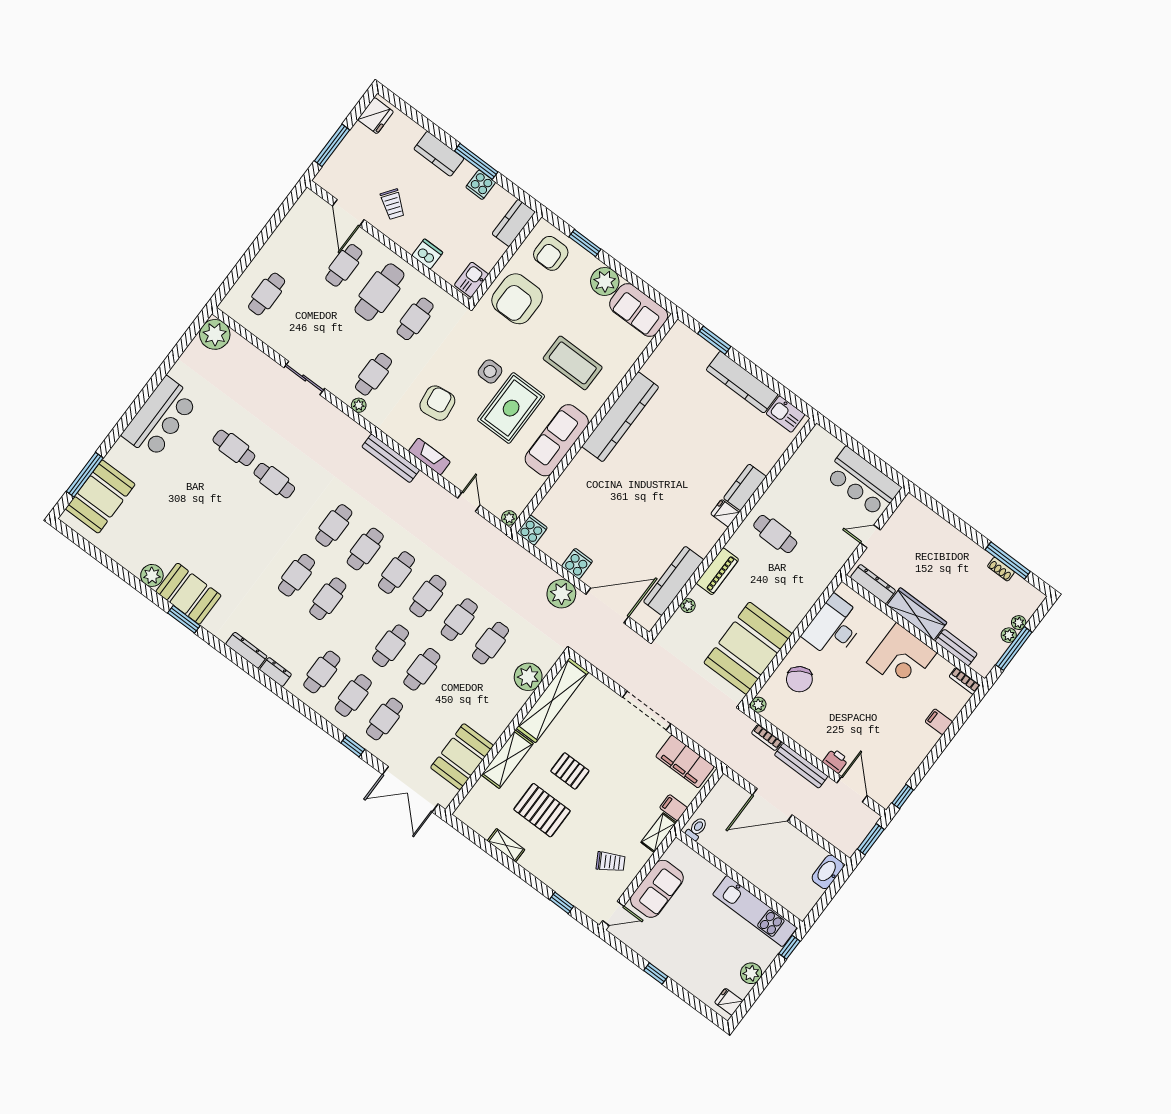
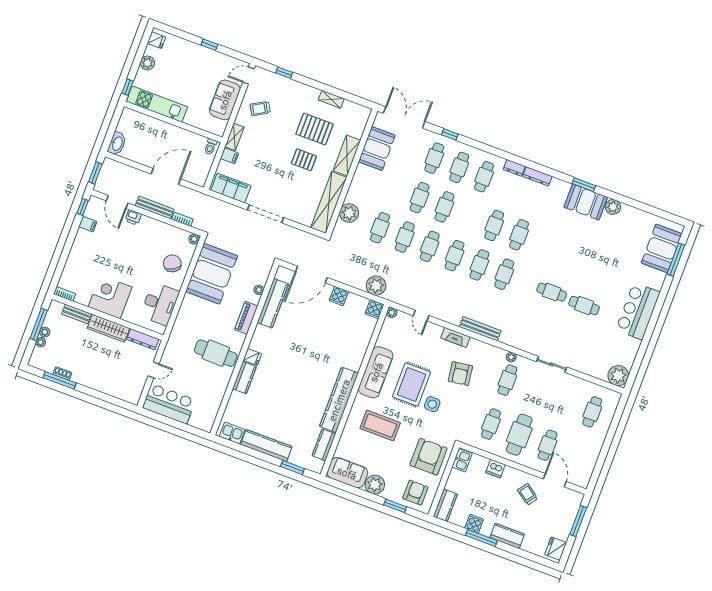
kitchen counter: (660, 359) -> (324, 445), added
cafe table: (775, 534) -> (216, 353), width x1.37, depth x1.35
plant: (561, 594) -> (376, 286), moved
filing cabinet: (939, 722) -> (88, 224), moved

